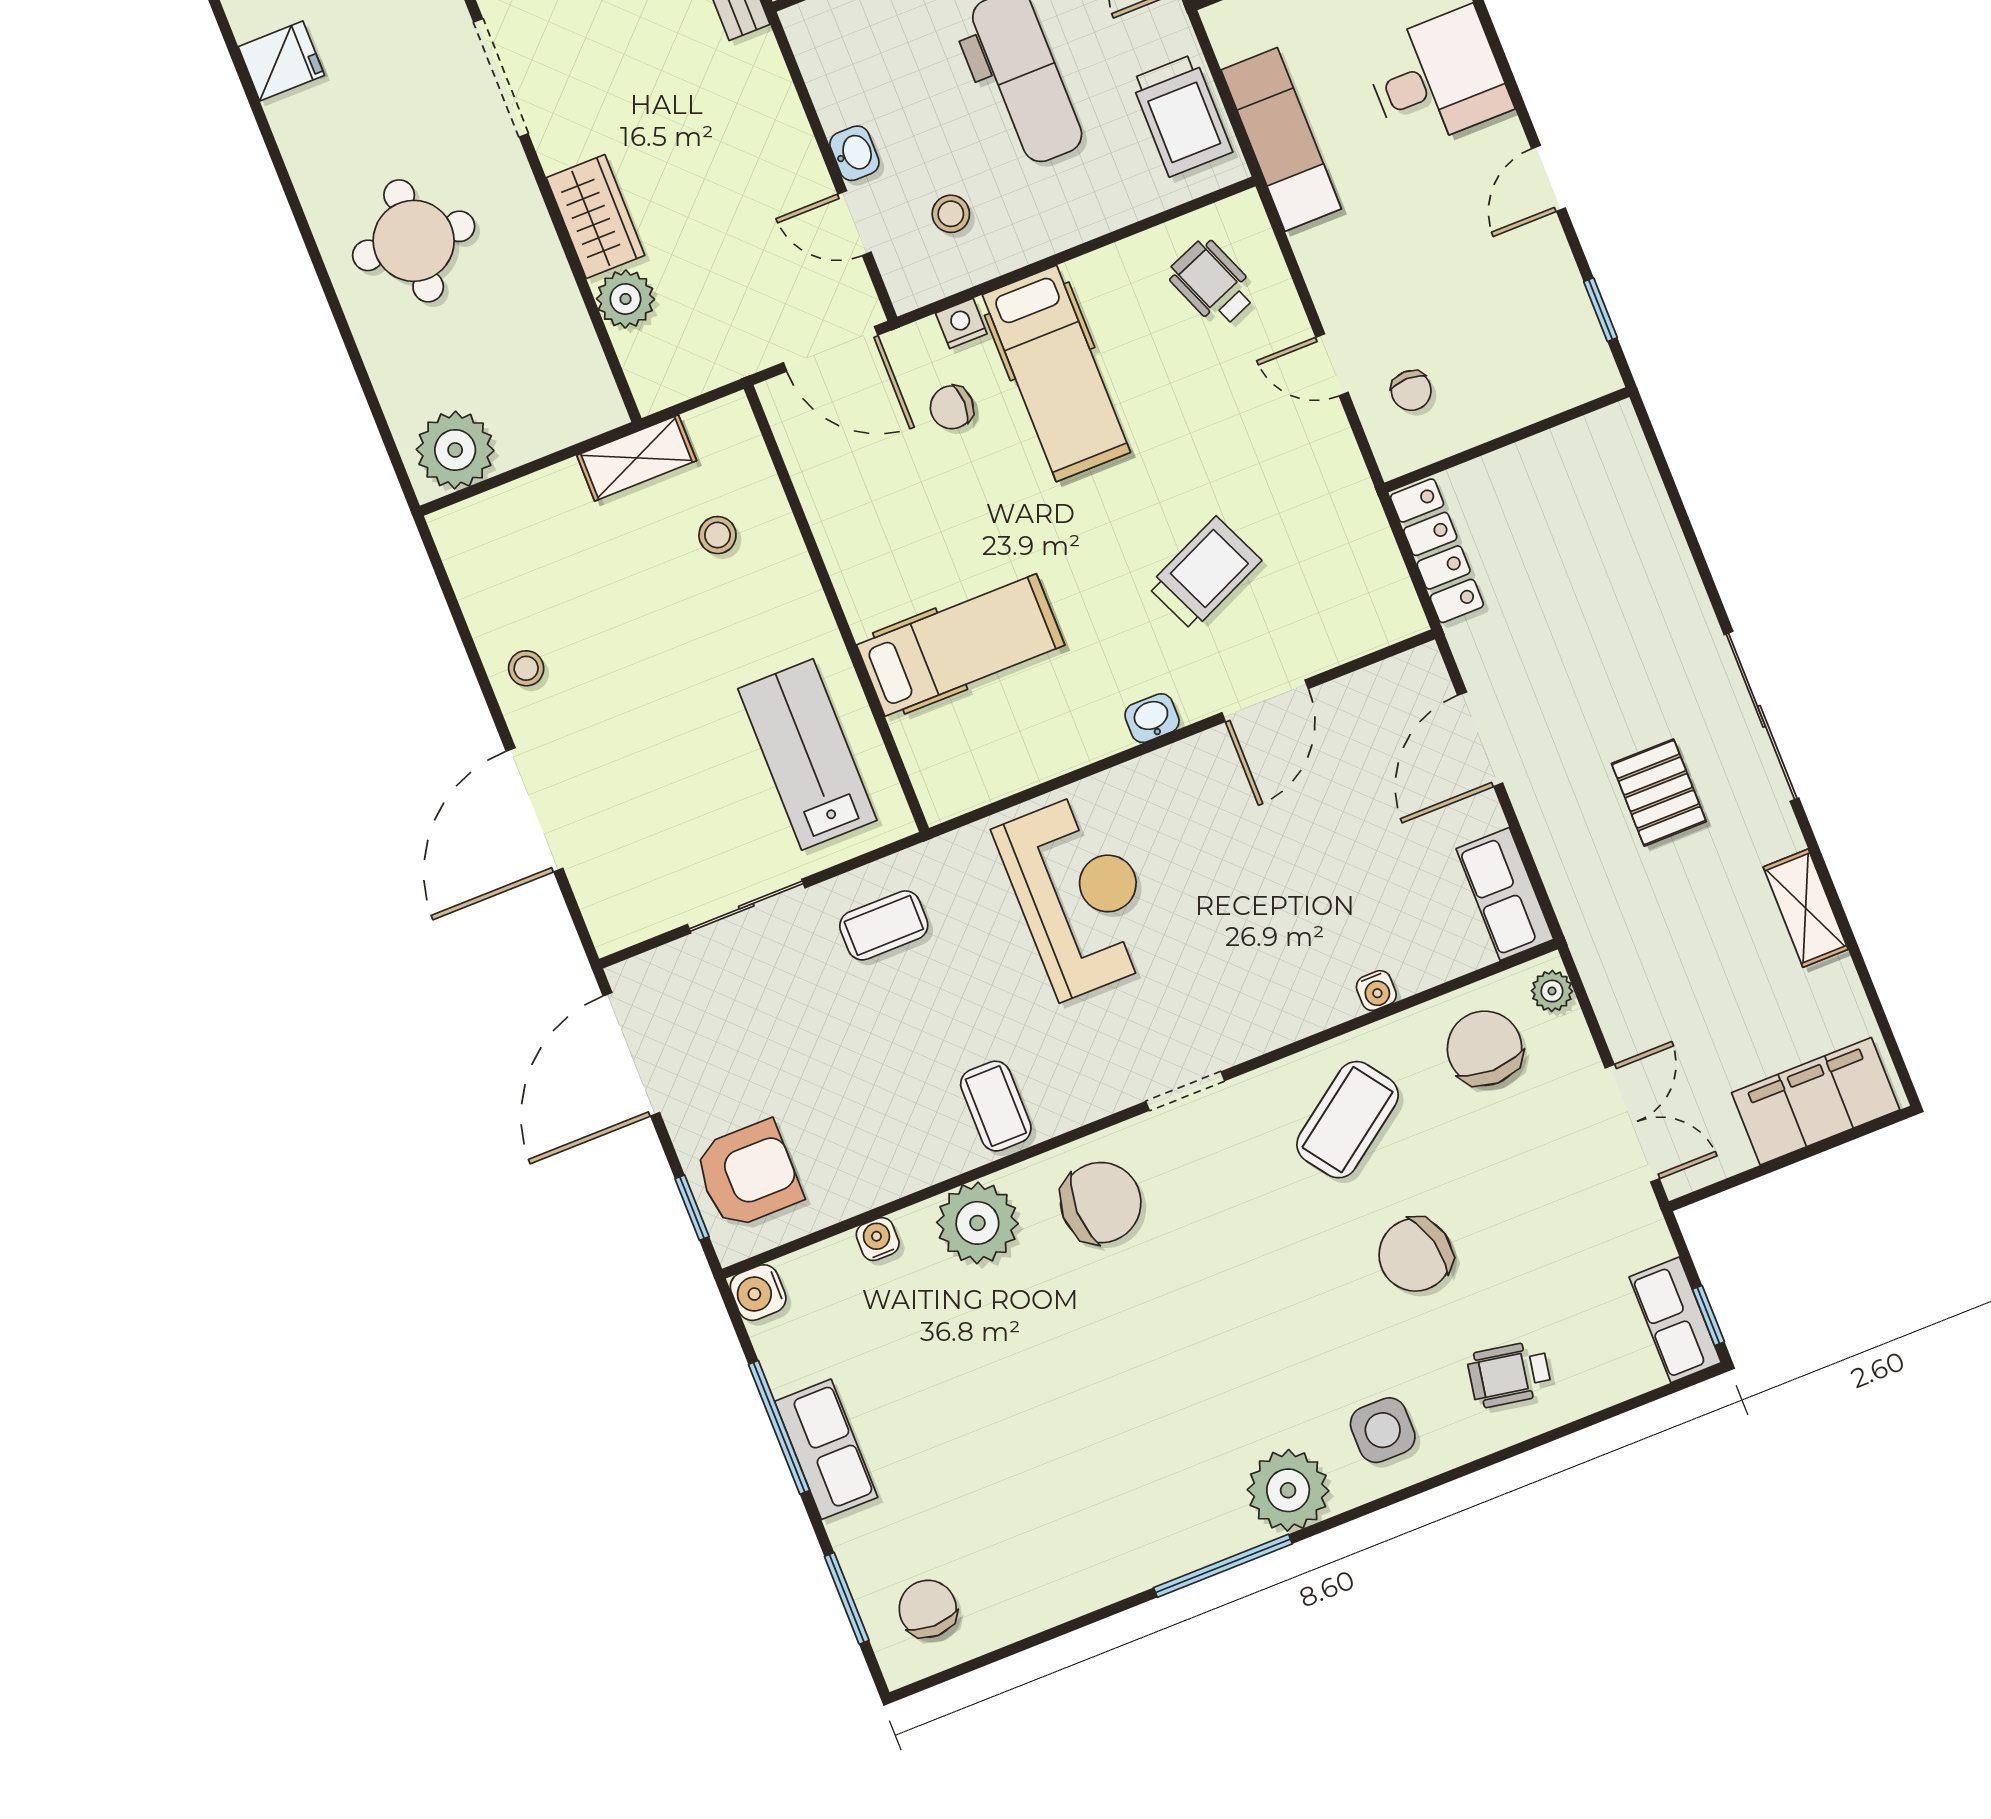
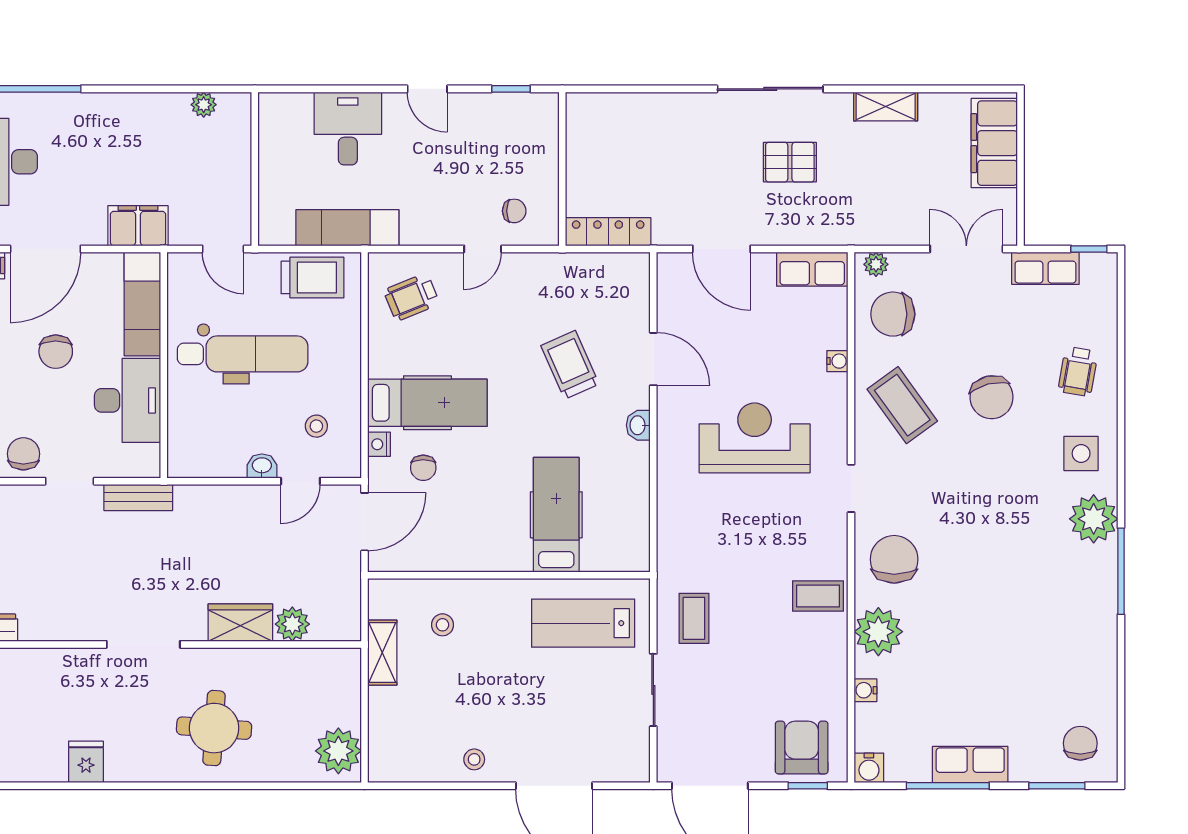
reception desk: (1079, 895) -> (755, 438), moved
row of seats: (1675, 1320) -> (1045, 268), moved
chair: (928, 1609) -> (1080, 743), turned 90

